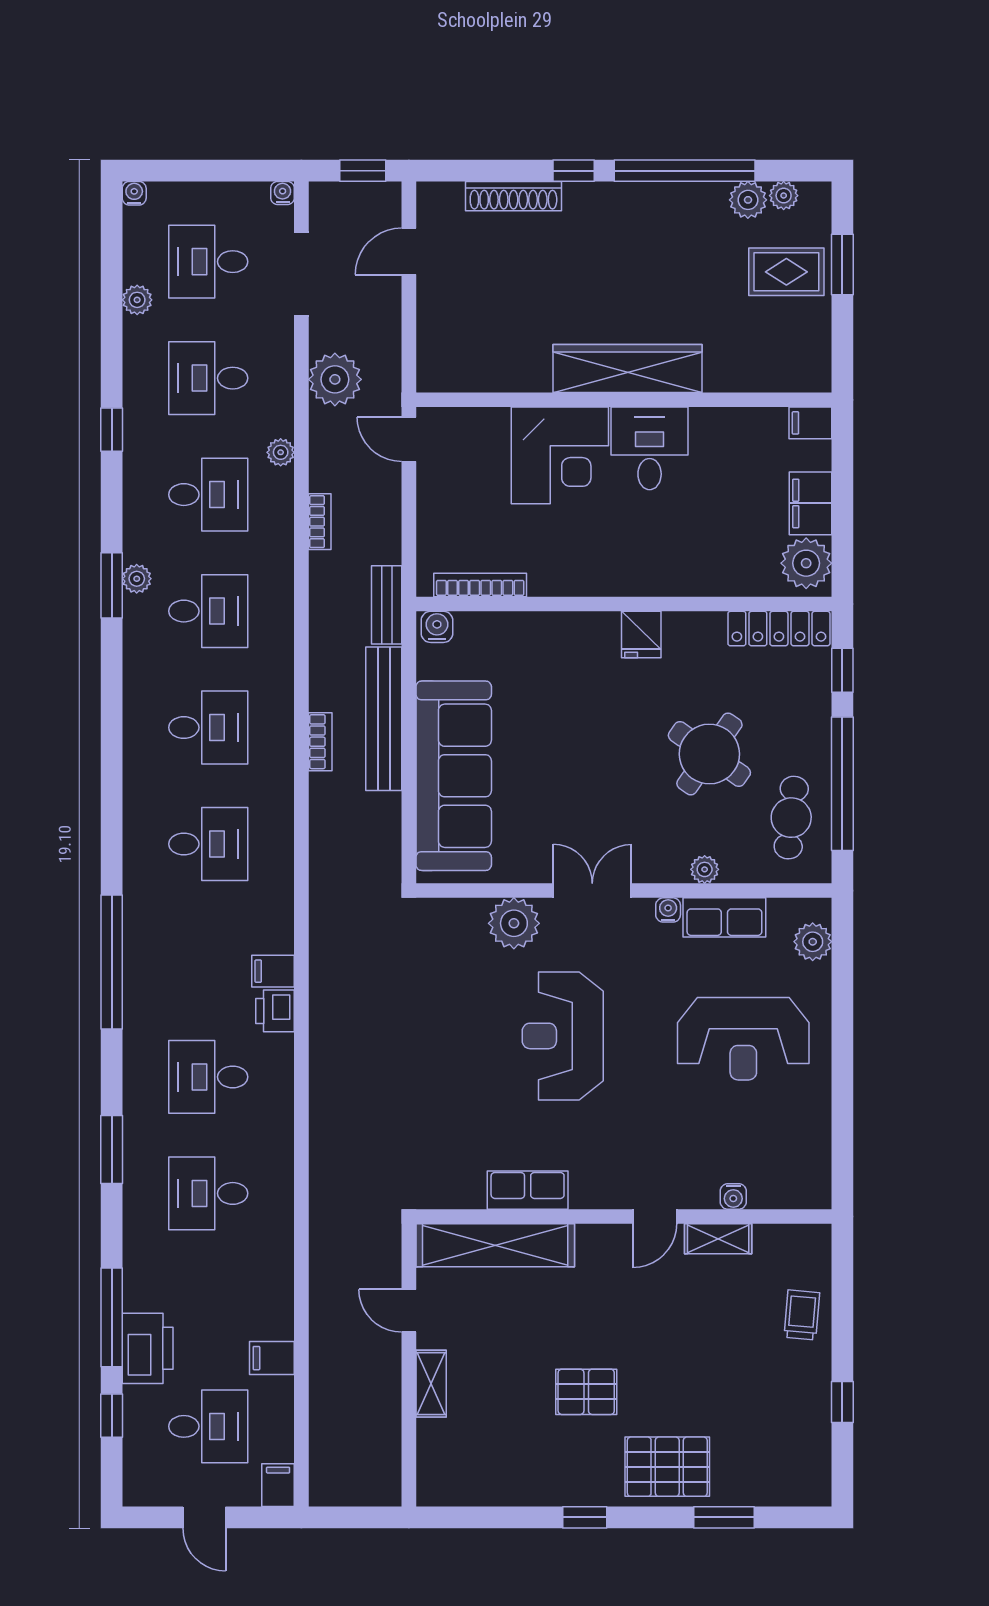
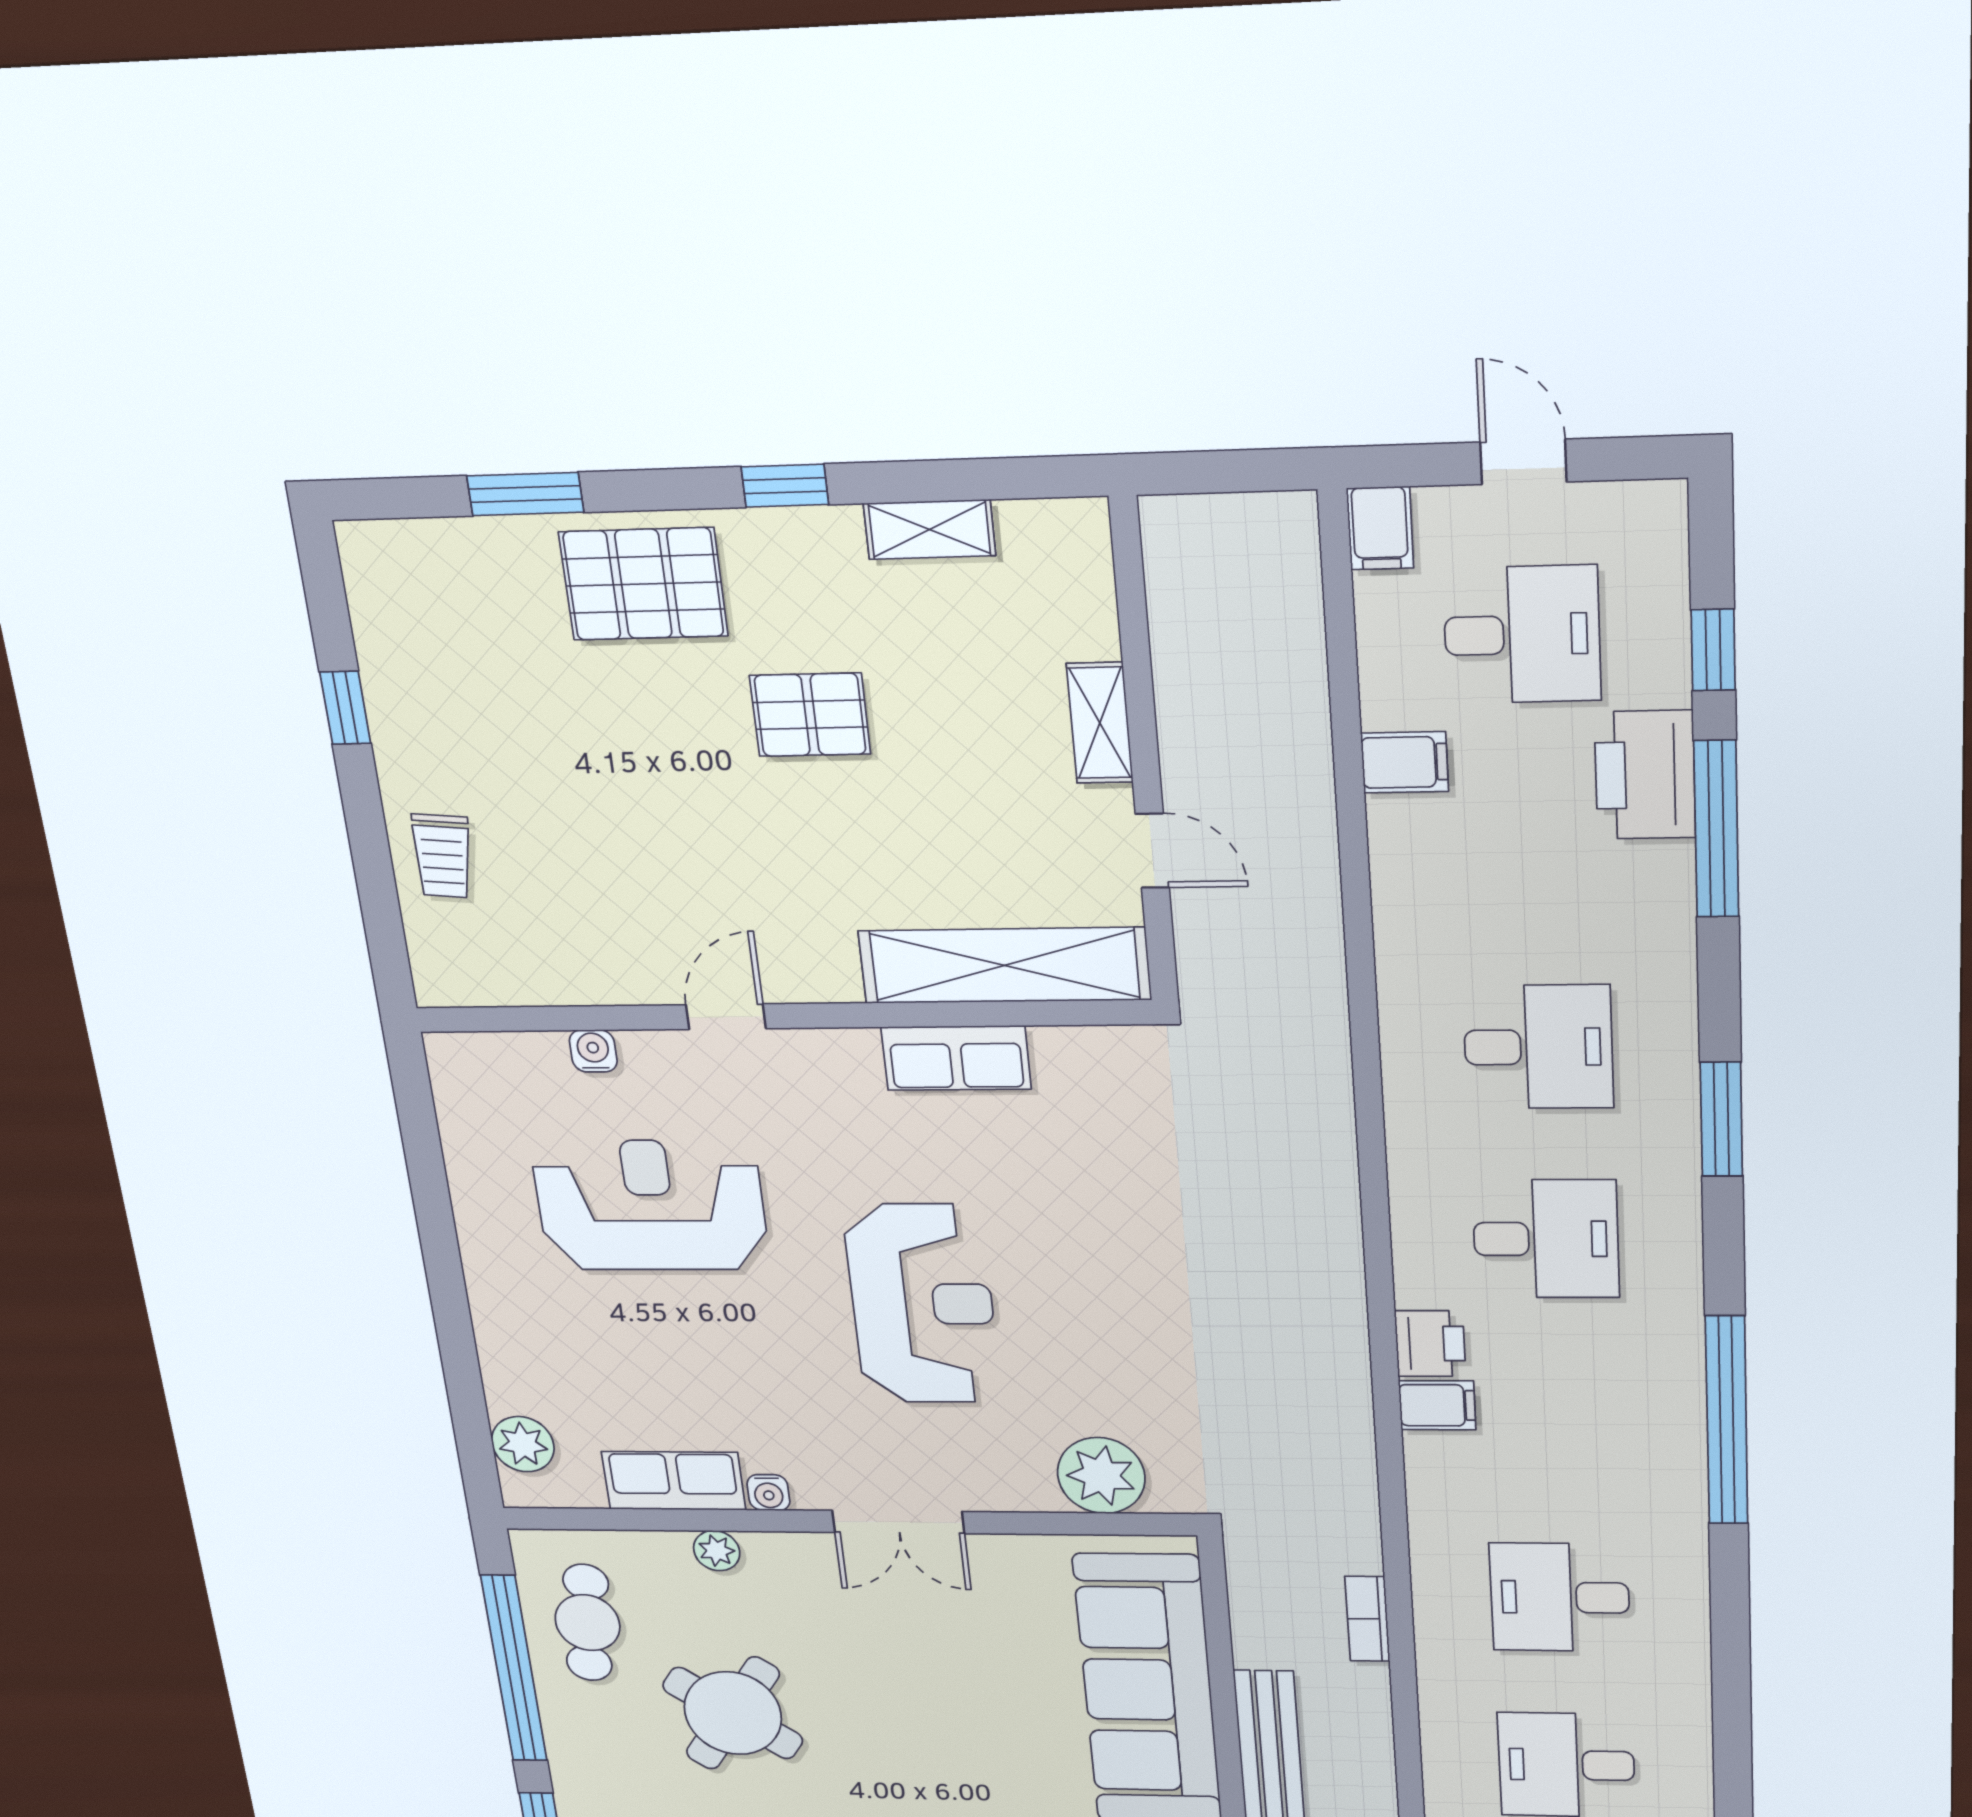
bookcase: (320, 742) -> (1368, 1619), moved
plant: (514, 923) -> (1101, 1476), moved
reception desk: (743, 1039) -> (650, 1205), moved
shelving: (718, 1239) -> (929, 530), moved
desk: (208, 1426) -> (1522, 635), turned 180

